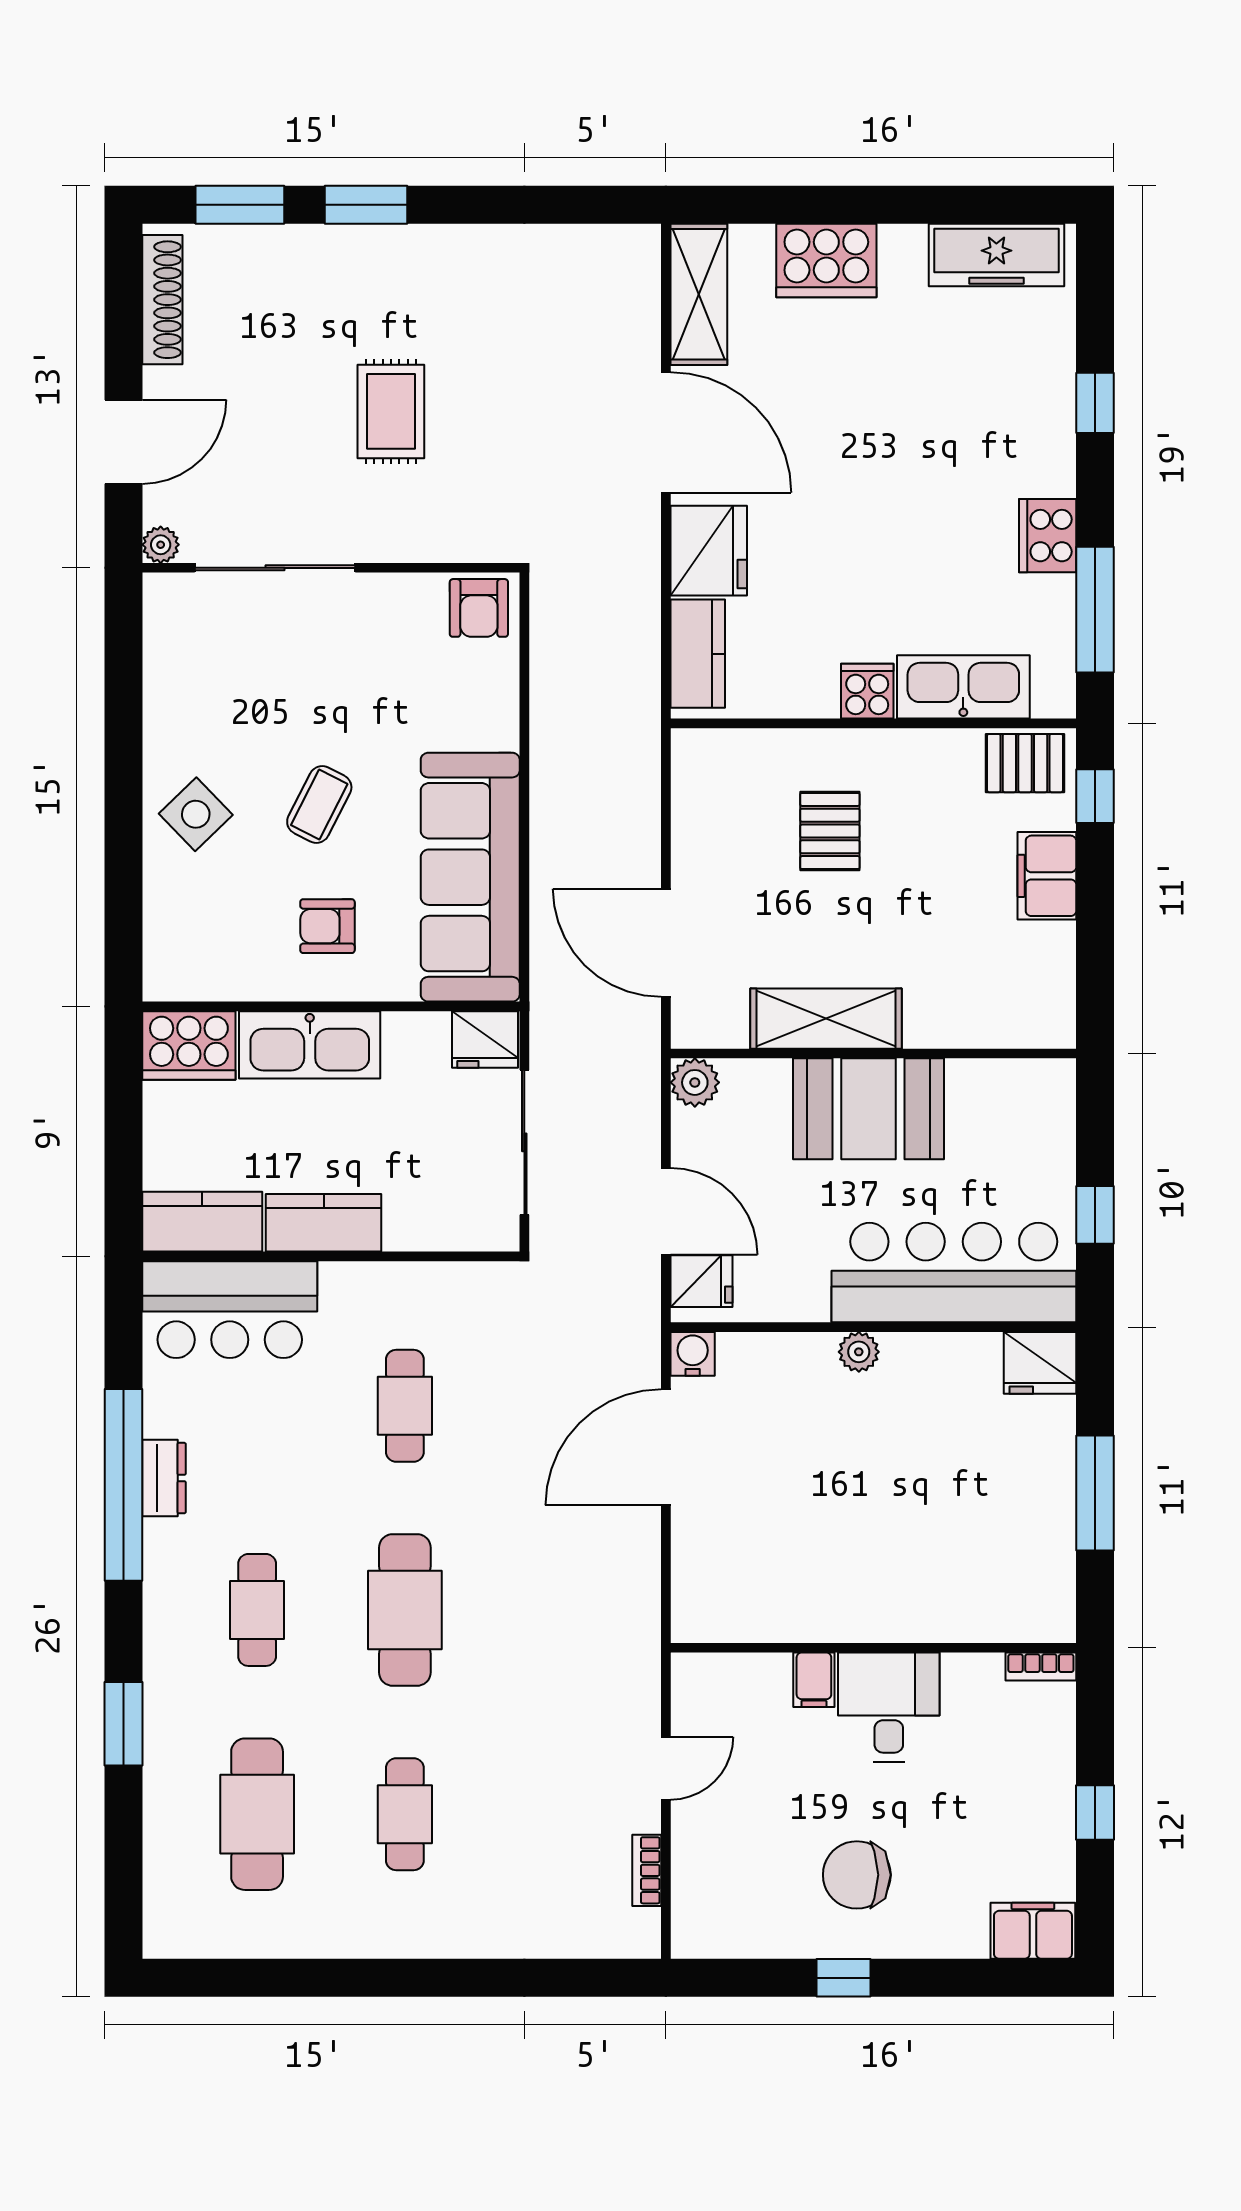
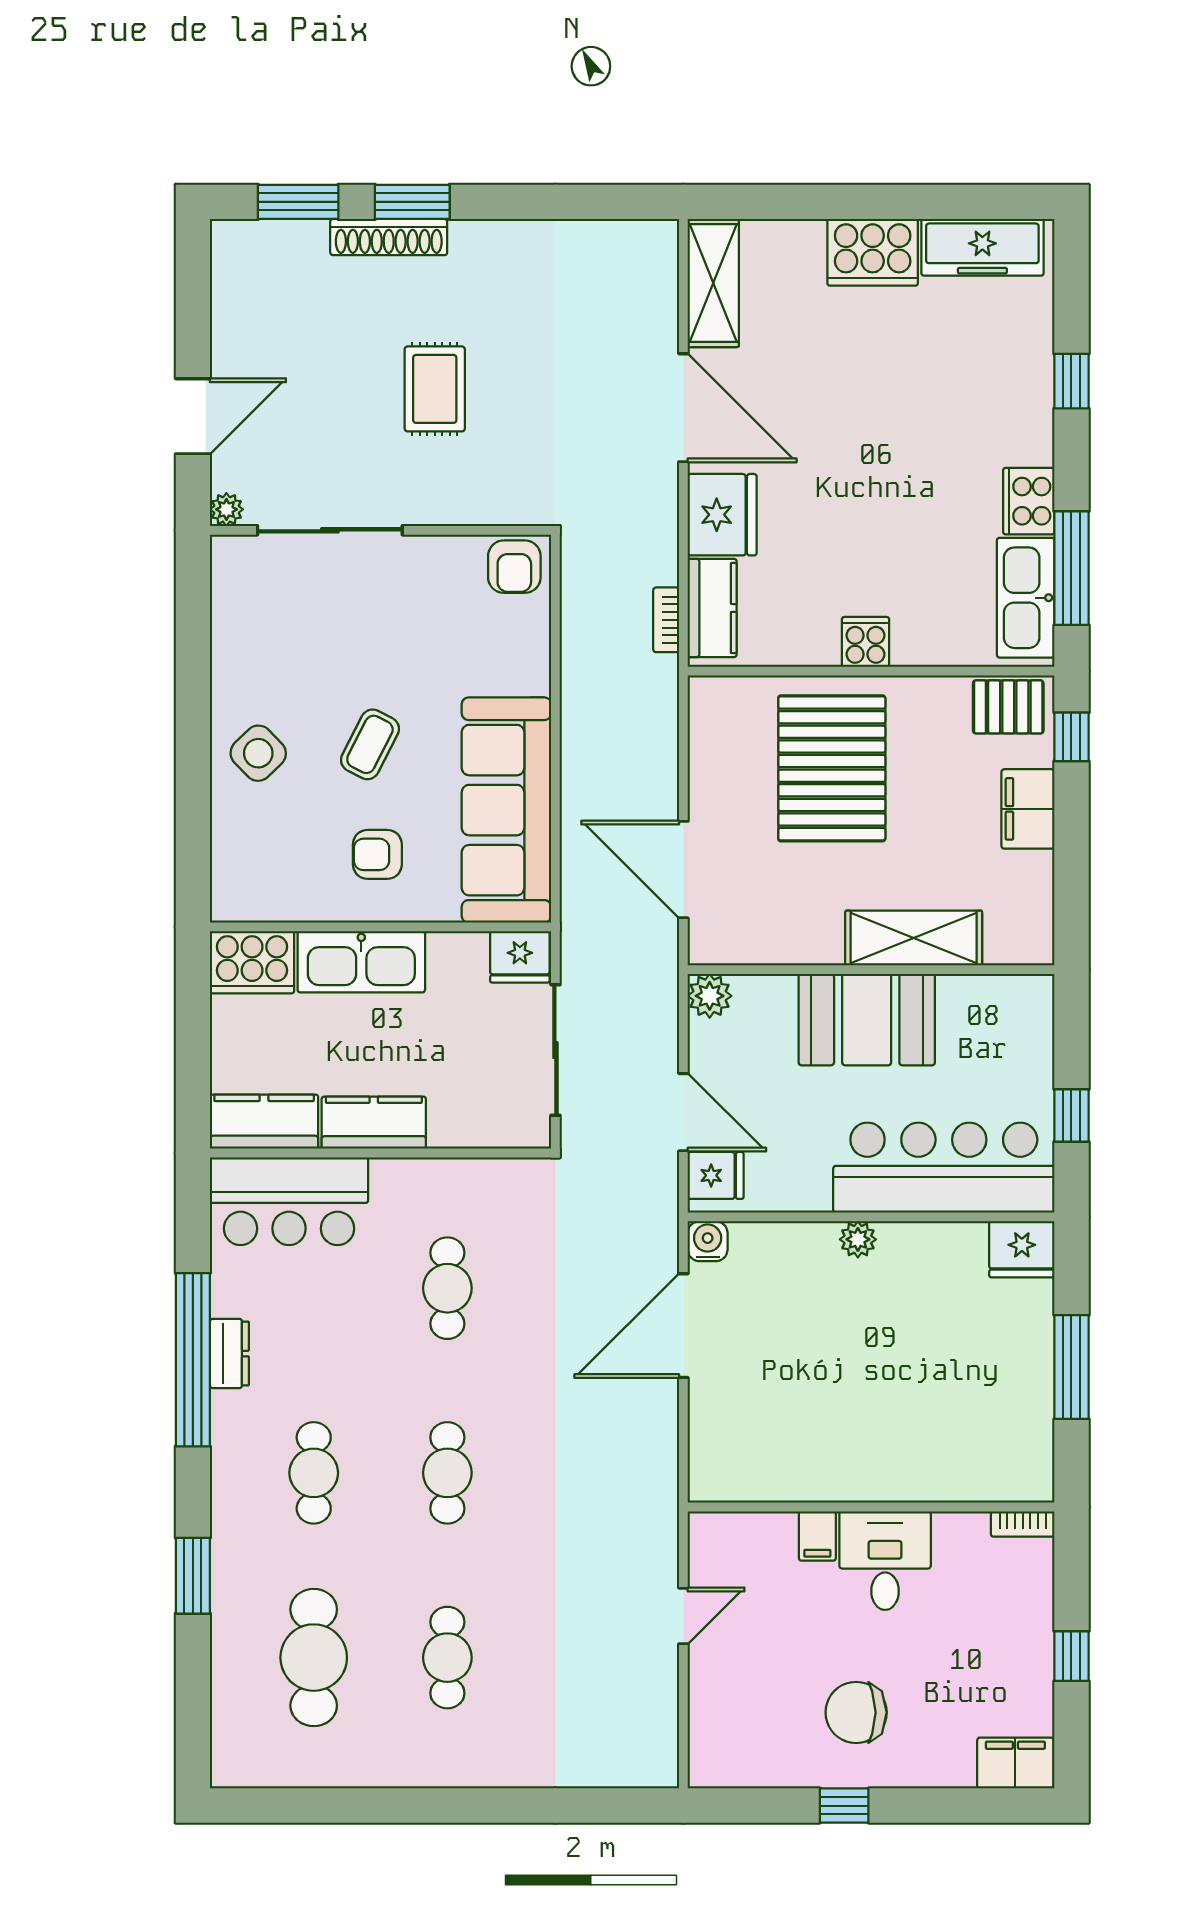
cooker: (826, 260) -> (873, 252), moved
shoe rack: (162, 300) -> (389, 237), moved, turned 90
kitchen sink: (963, 687) -> (1026, 598), moved, turned -90
pallet: (830, 831) -> (832, 768), width x2.05, depth x2.00
shelving: (826, 1019) -> (914, 938), moved
cafe table: (405, 1610) -> (447, 1473), width x0.73, depth x0.74
bookcase: (647, 1870) -> (666, 620), moved

